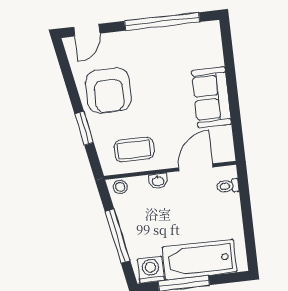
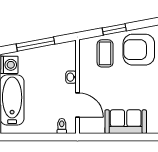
coffee table: (134, 150) -> (105, 53), moved
stool: (120, 187) -> (70, 50), removed

